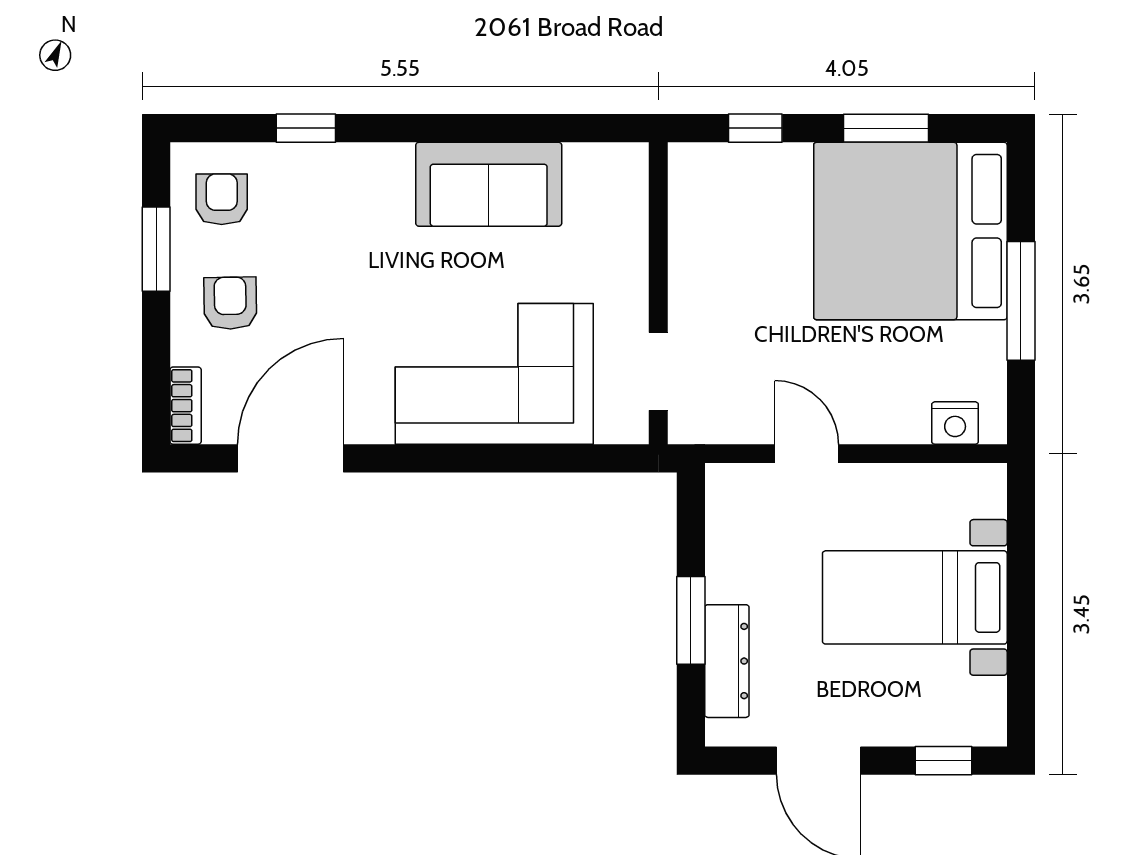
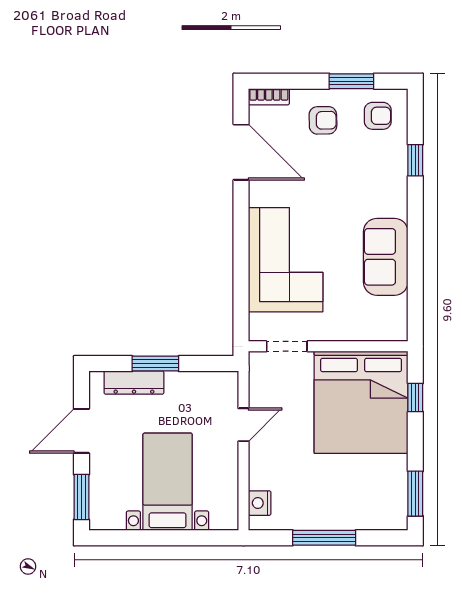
window: (886, 128) -> (415, 494), moved
bed: (910, 231) -> (361, 402), moved, turned 180
window: (944, 761) -> (81, 497), width x1.50

